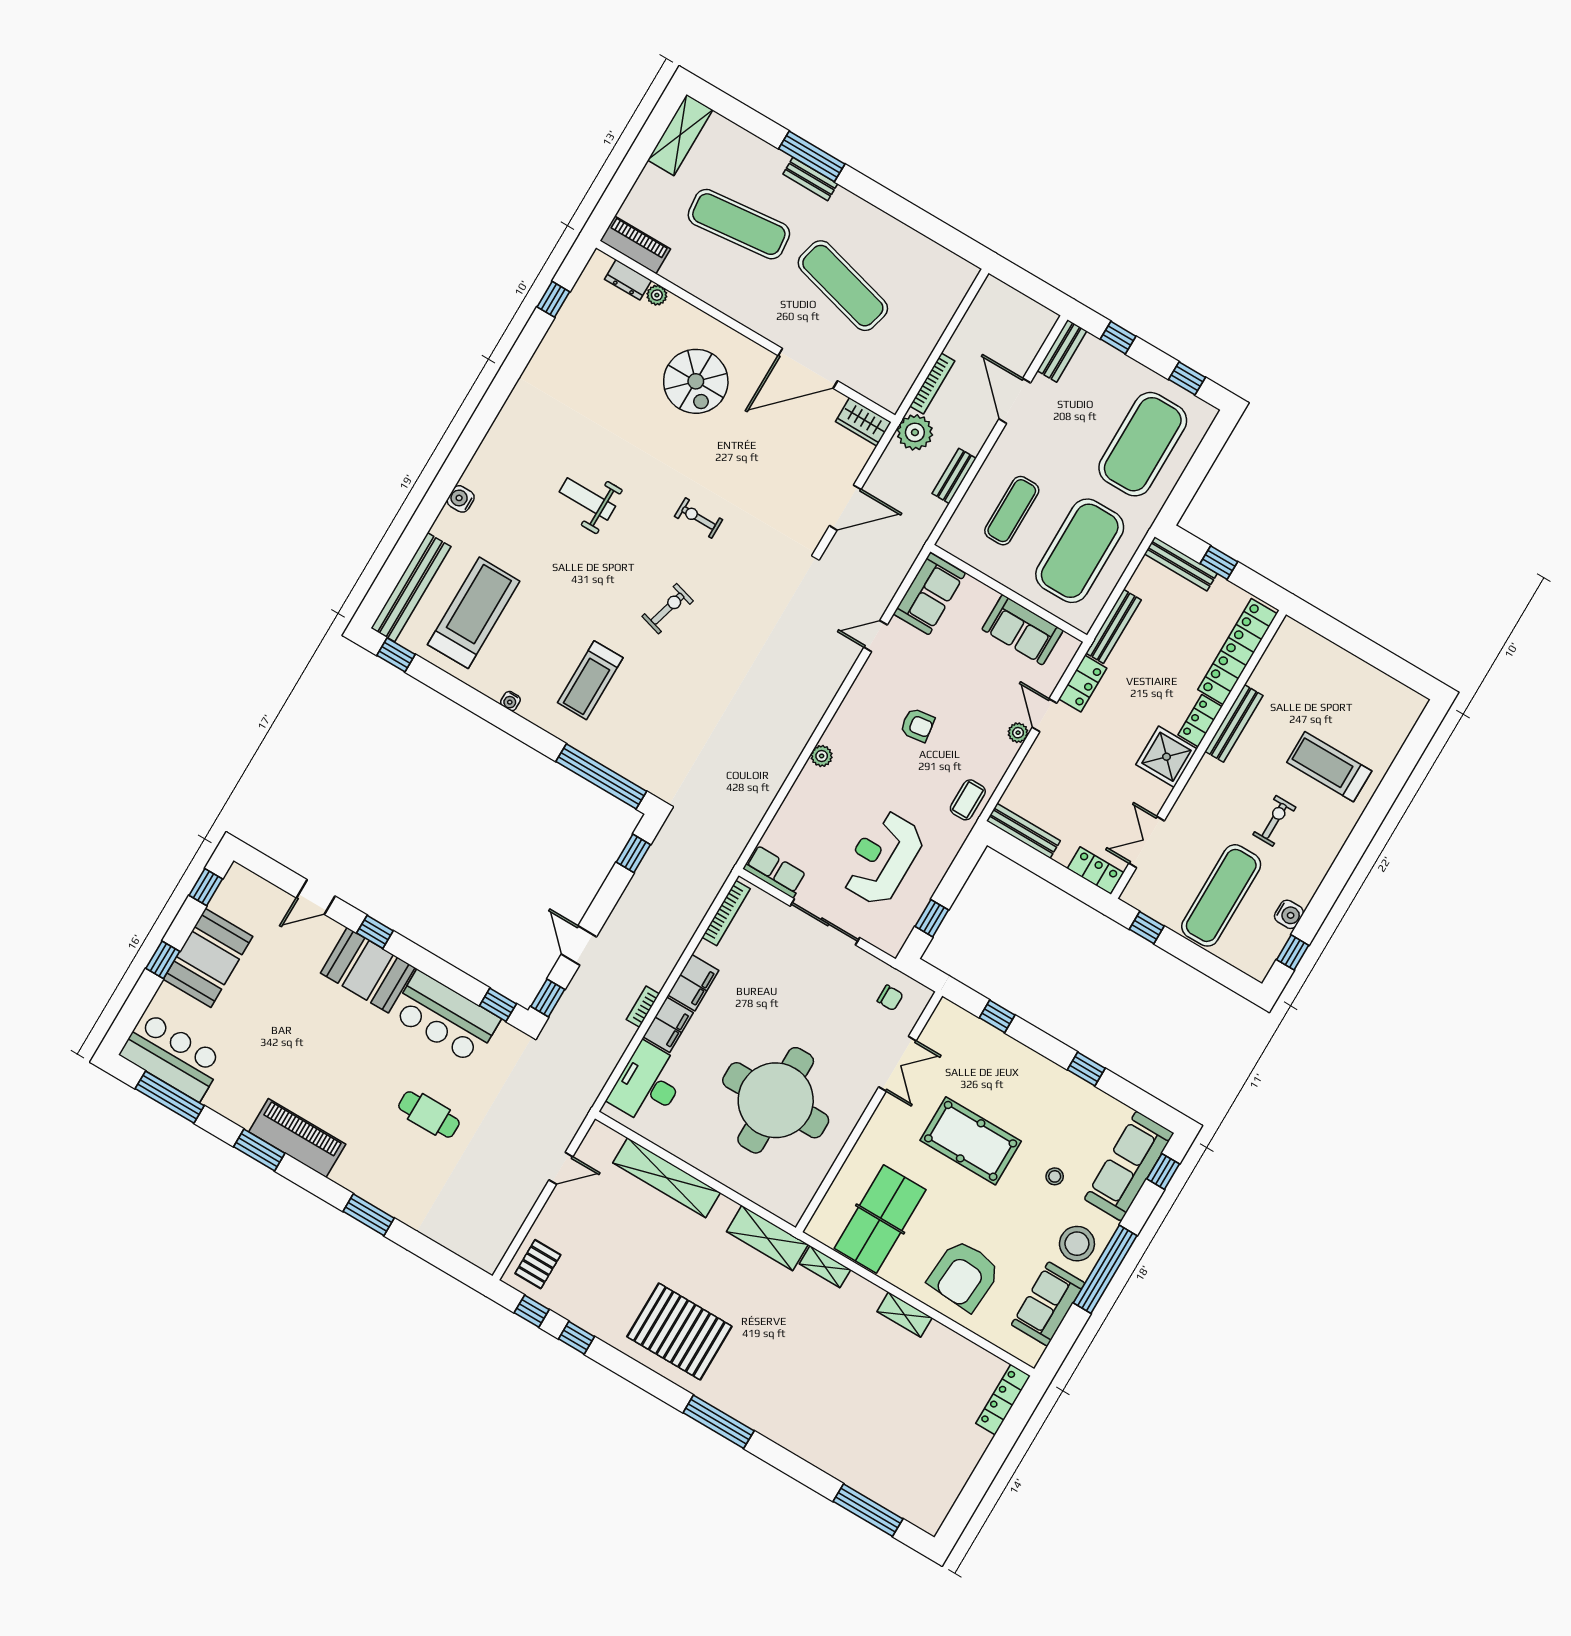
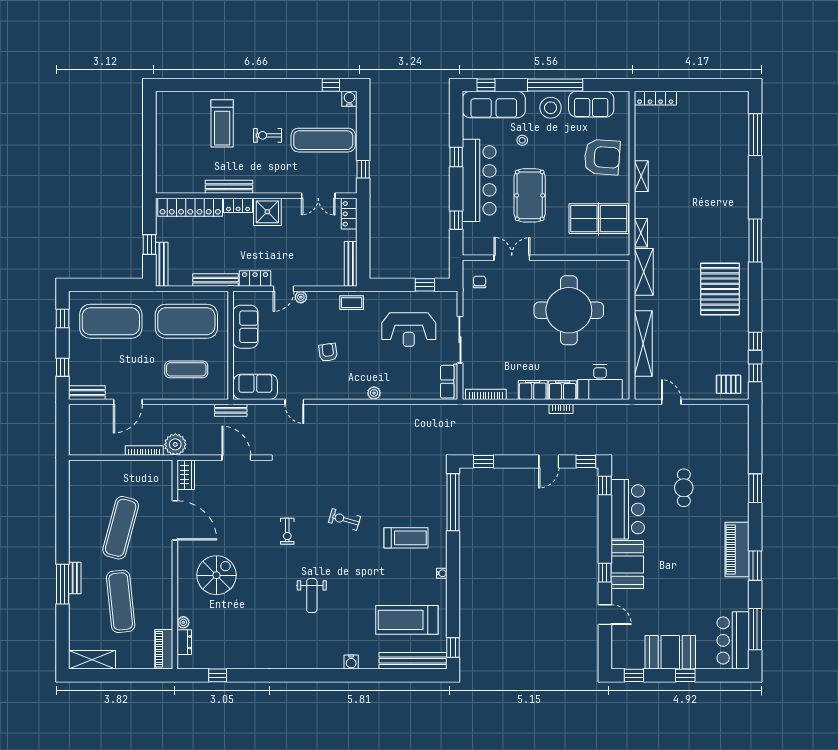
bench: (954, 476) -> (231, 410), moved
water cooler: (1289, 914) -> (349, 99), moved
bar counter: (1034, 1082) -> (479, 180), added

